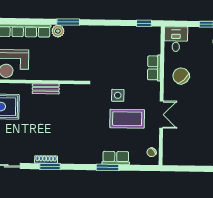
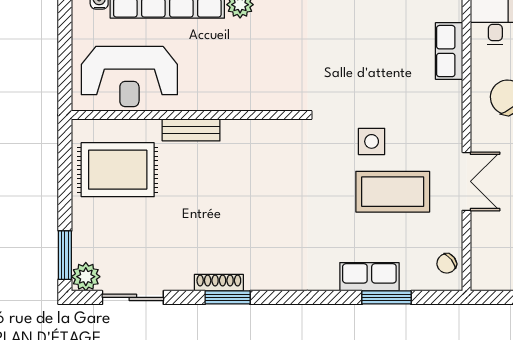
row of seats: (154, 68) -> (449, 51), moved
bench: (46, 89) -> (191, 130), moved
window: (107, 167) -> (386, 297), moved

